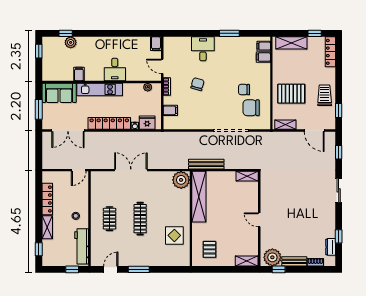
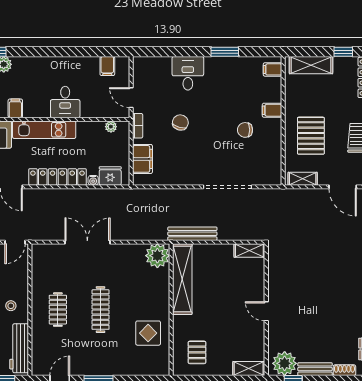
filing cabinet: (156, 44) -> (107, 66), moved
filing cabinet: (263, 57) -> (272, 110), moved
pallet: (291, 94) -> (311, 136), turned 90
chair: (251, 108) -> (255, 155), removed
filing cabinet: (170, 110) -> (143, 159), width x2.00

